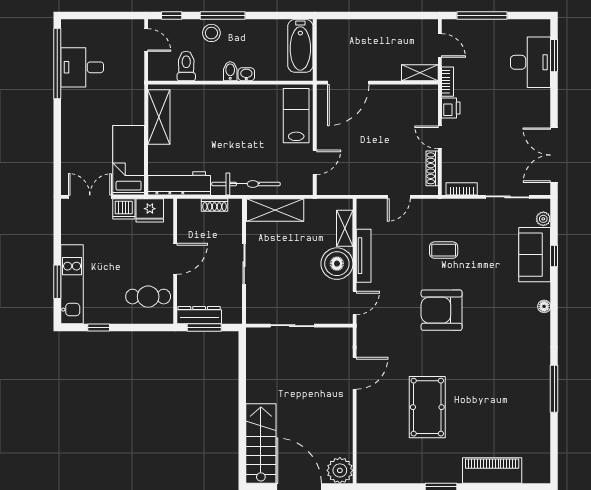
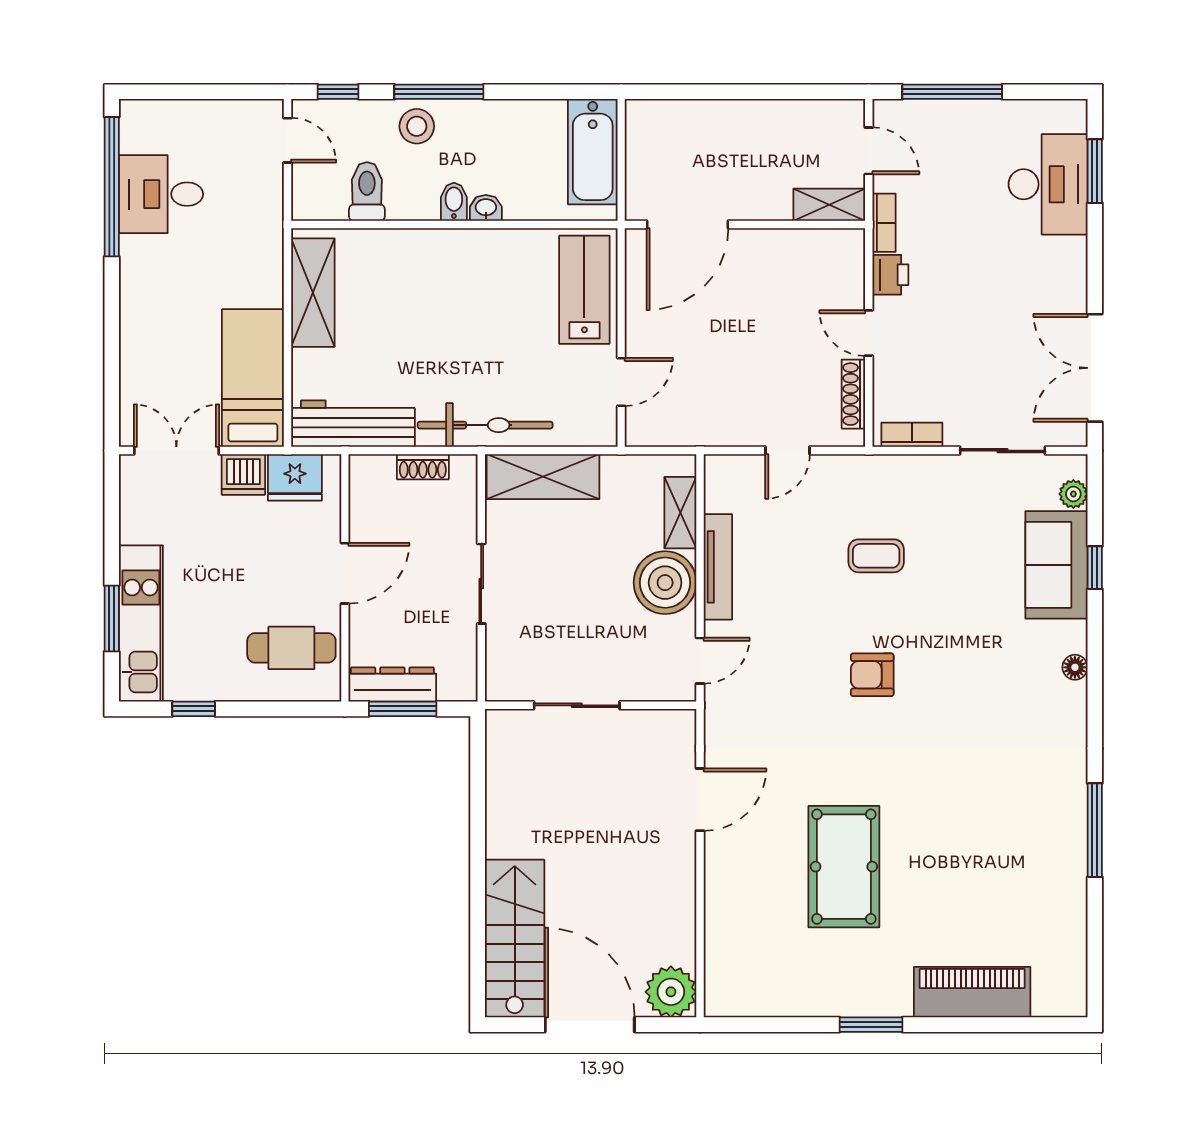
armchair: (442, 310) -> (872, 675), width x0.53, depth x0.53

